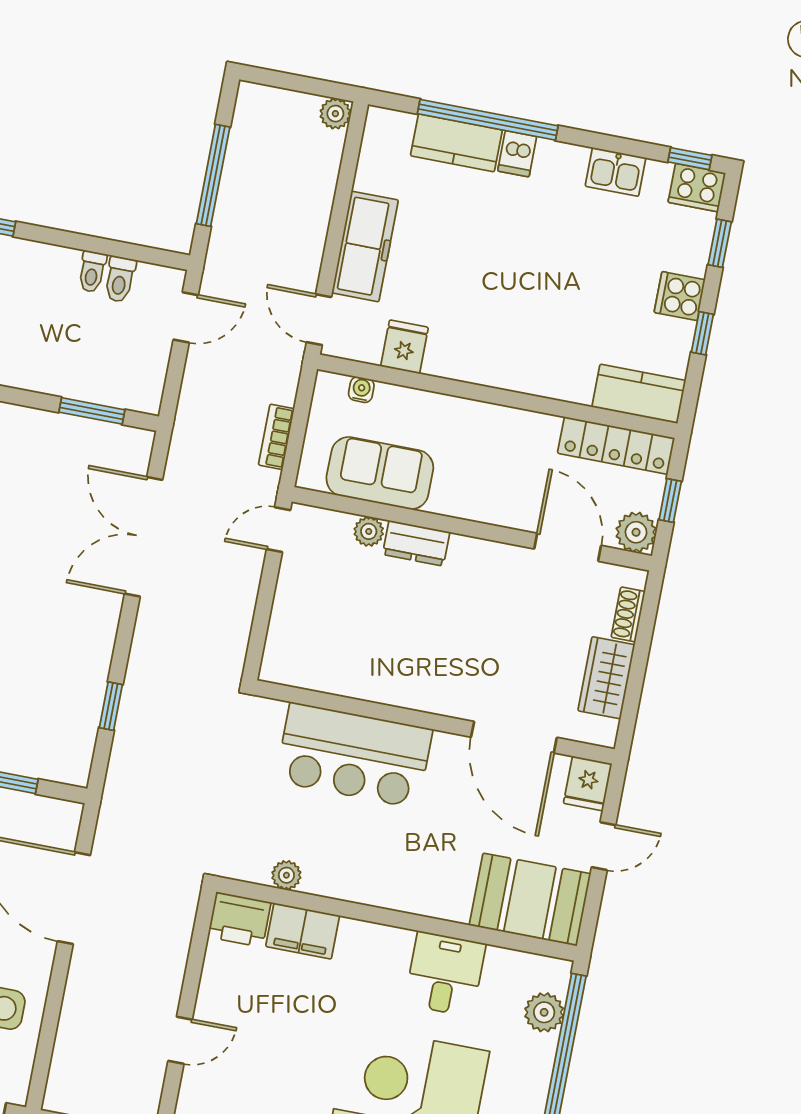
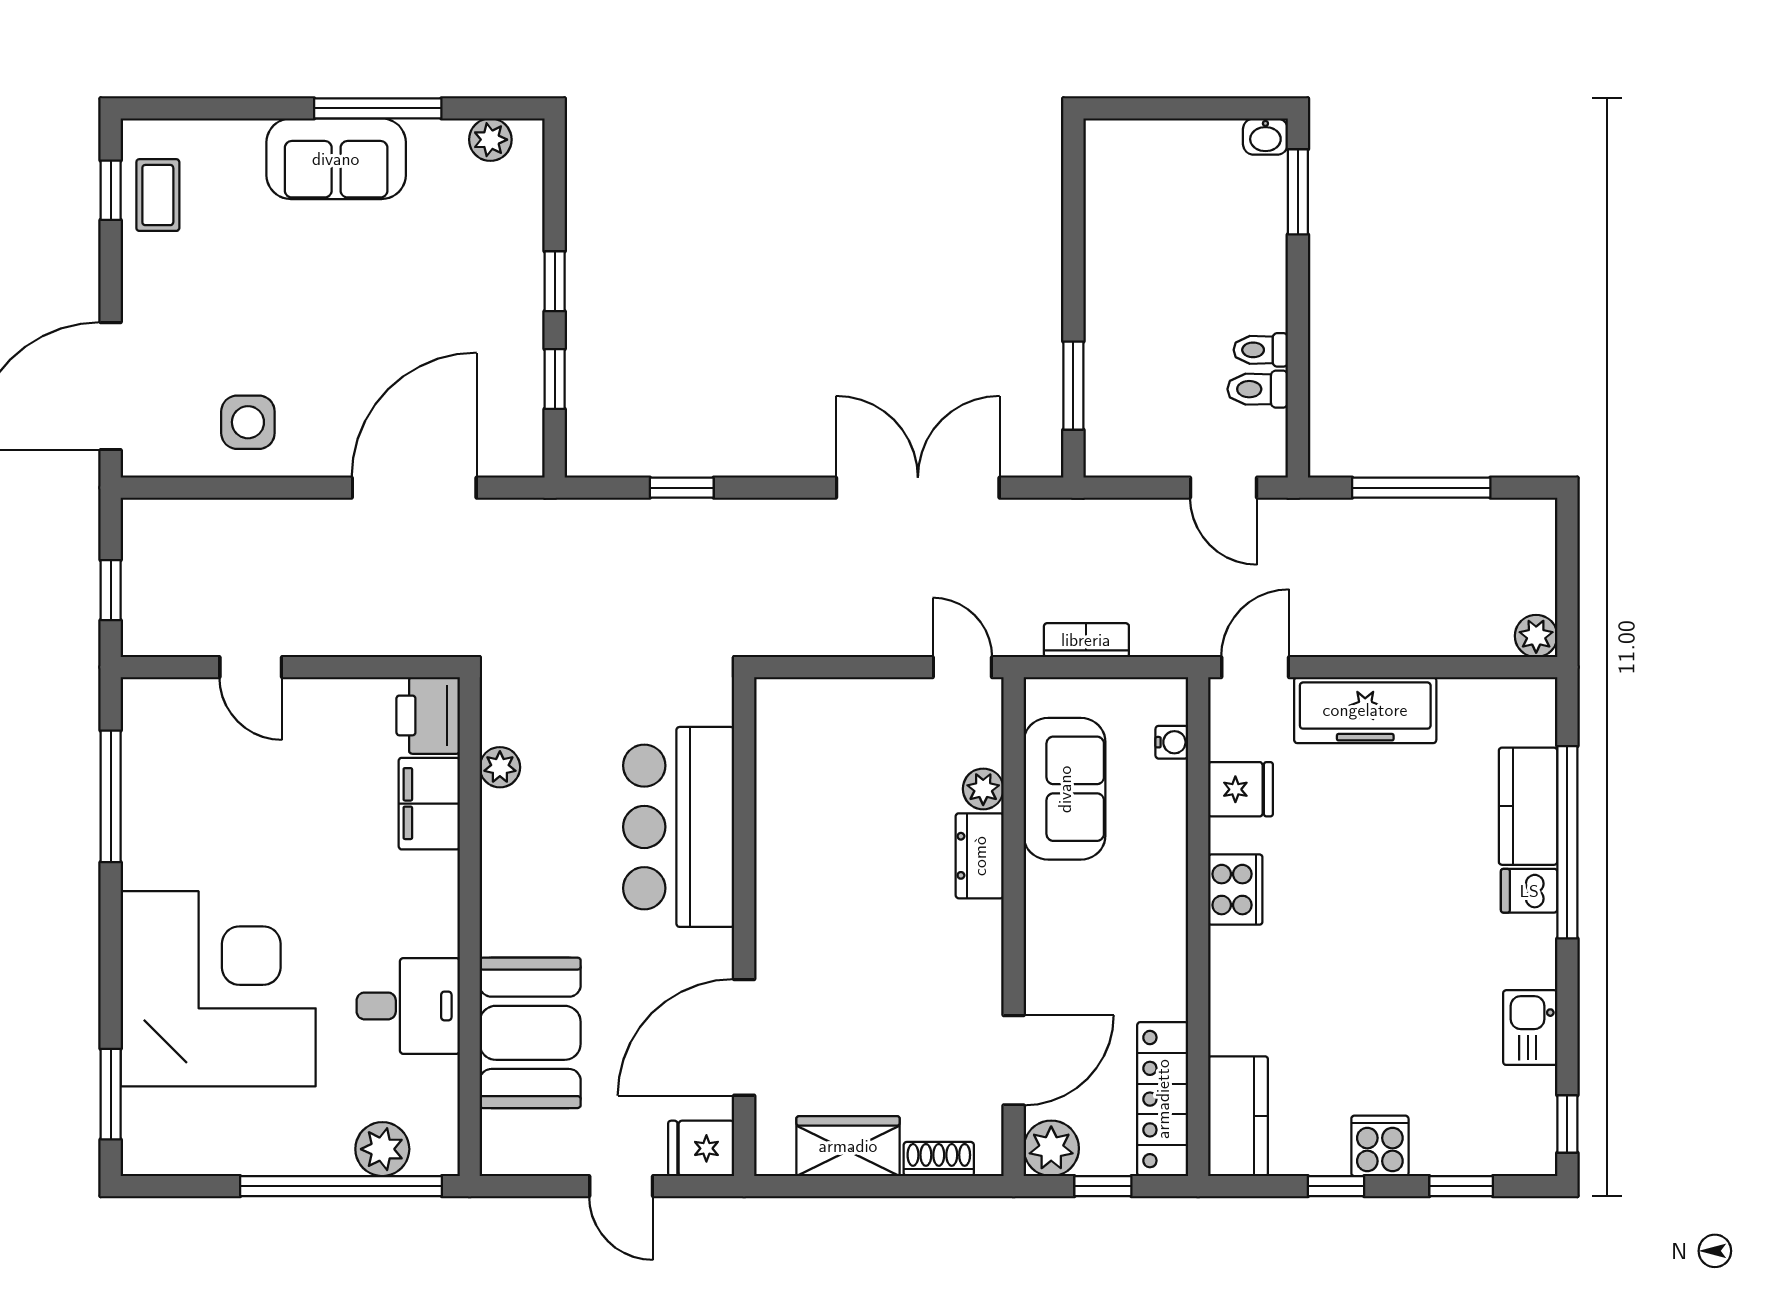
cooker: (697, 188) -> (1235, 890), moved, turned 180
booth: (530, 900) -> (530, 1033), moved

